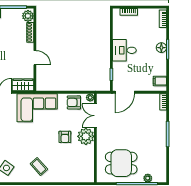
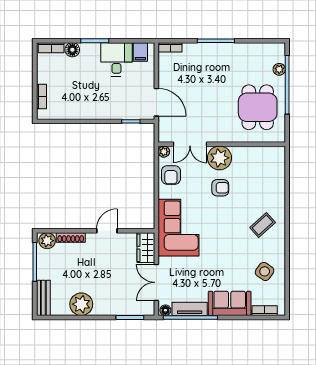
floor lamp: (161, 48) -> (72, 50), moved
desk: (124, 50) -> (116, 59), moved, turned 180

